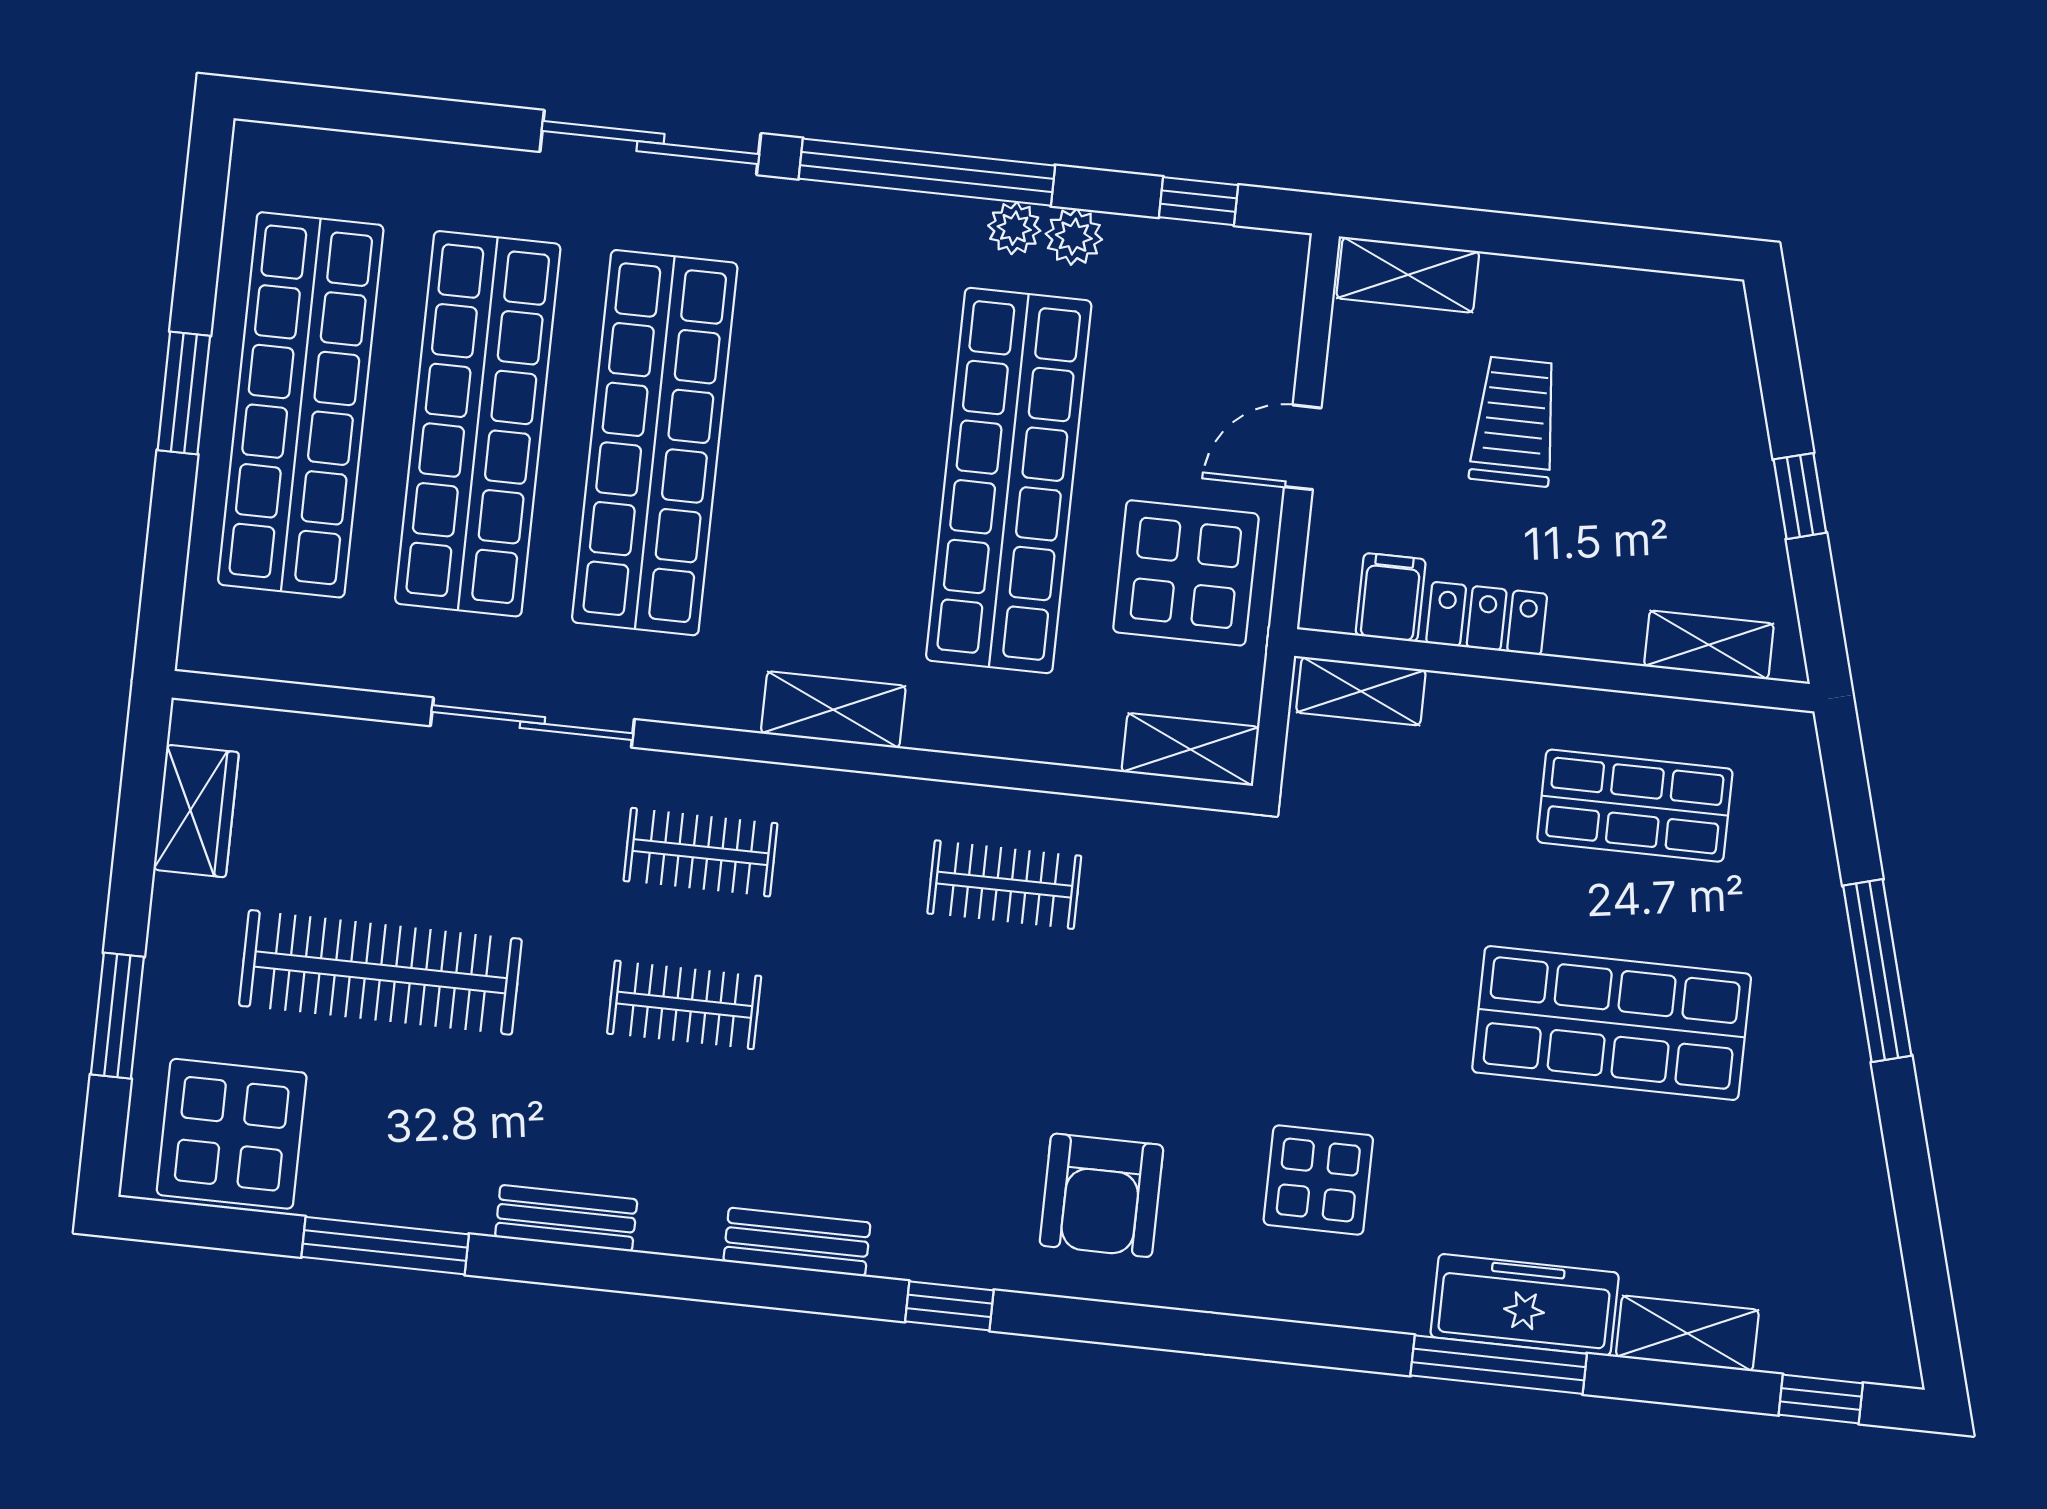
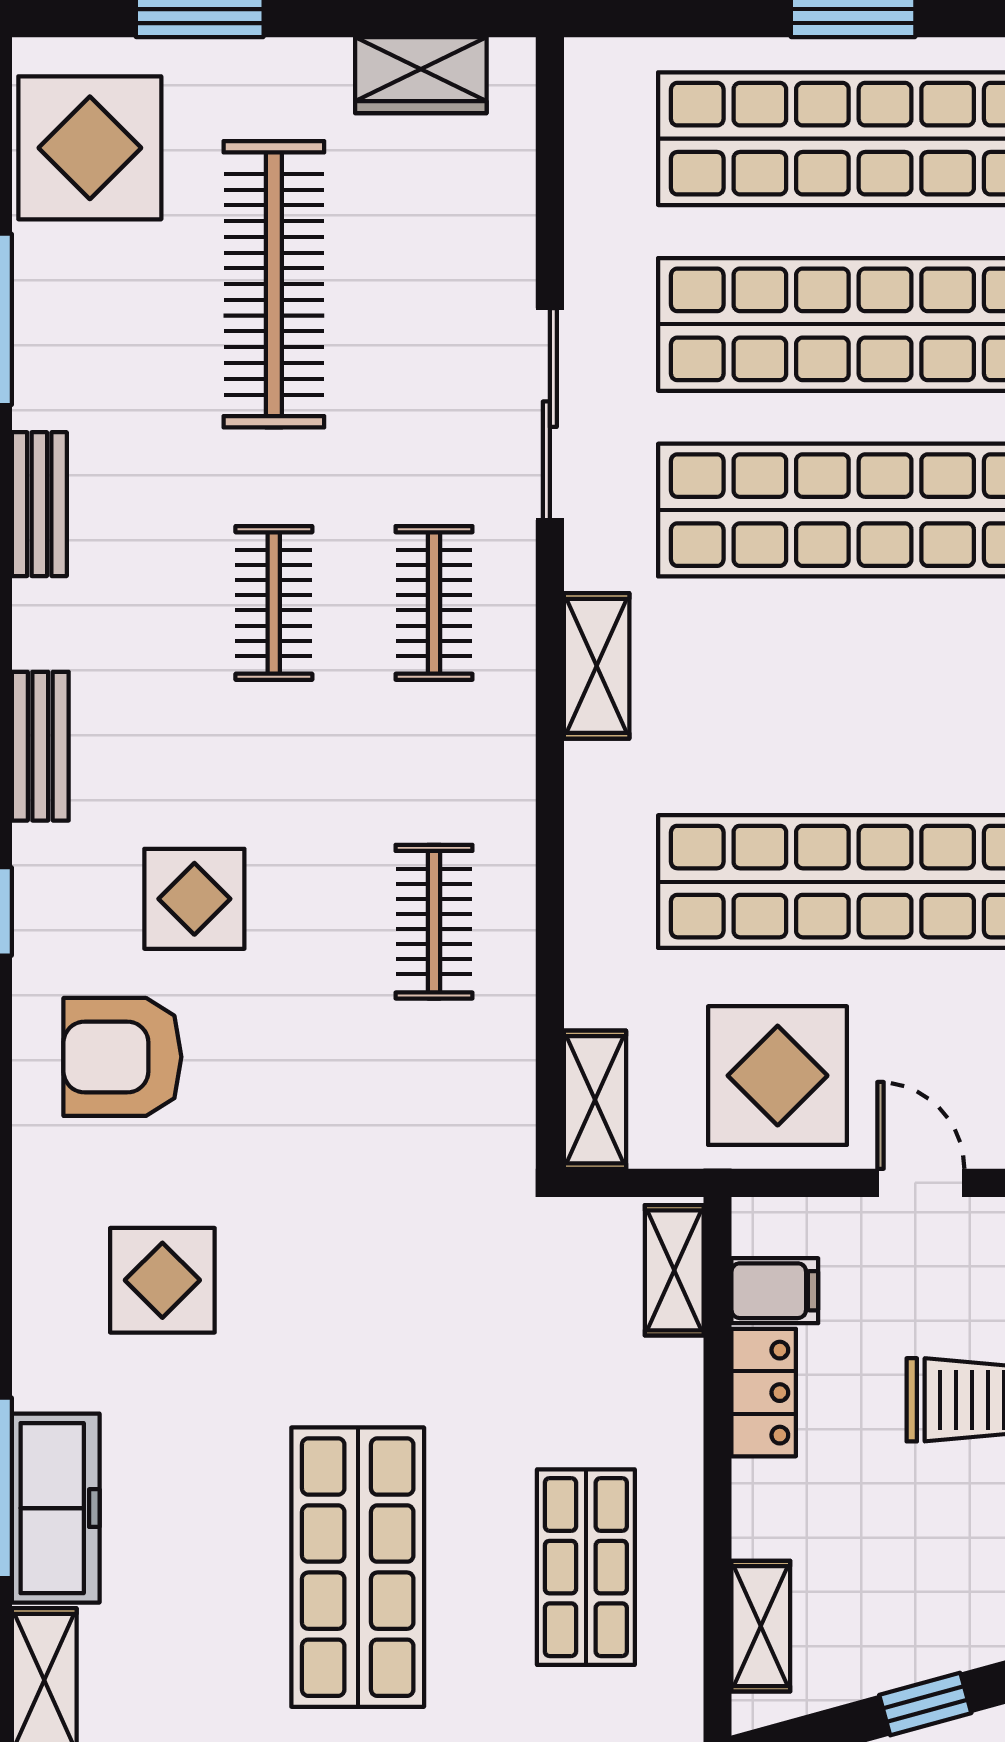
shelving: (833, 710) -> (597, 666), moved
display table: (958, 1111) -> (194, 899), added

